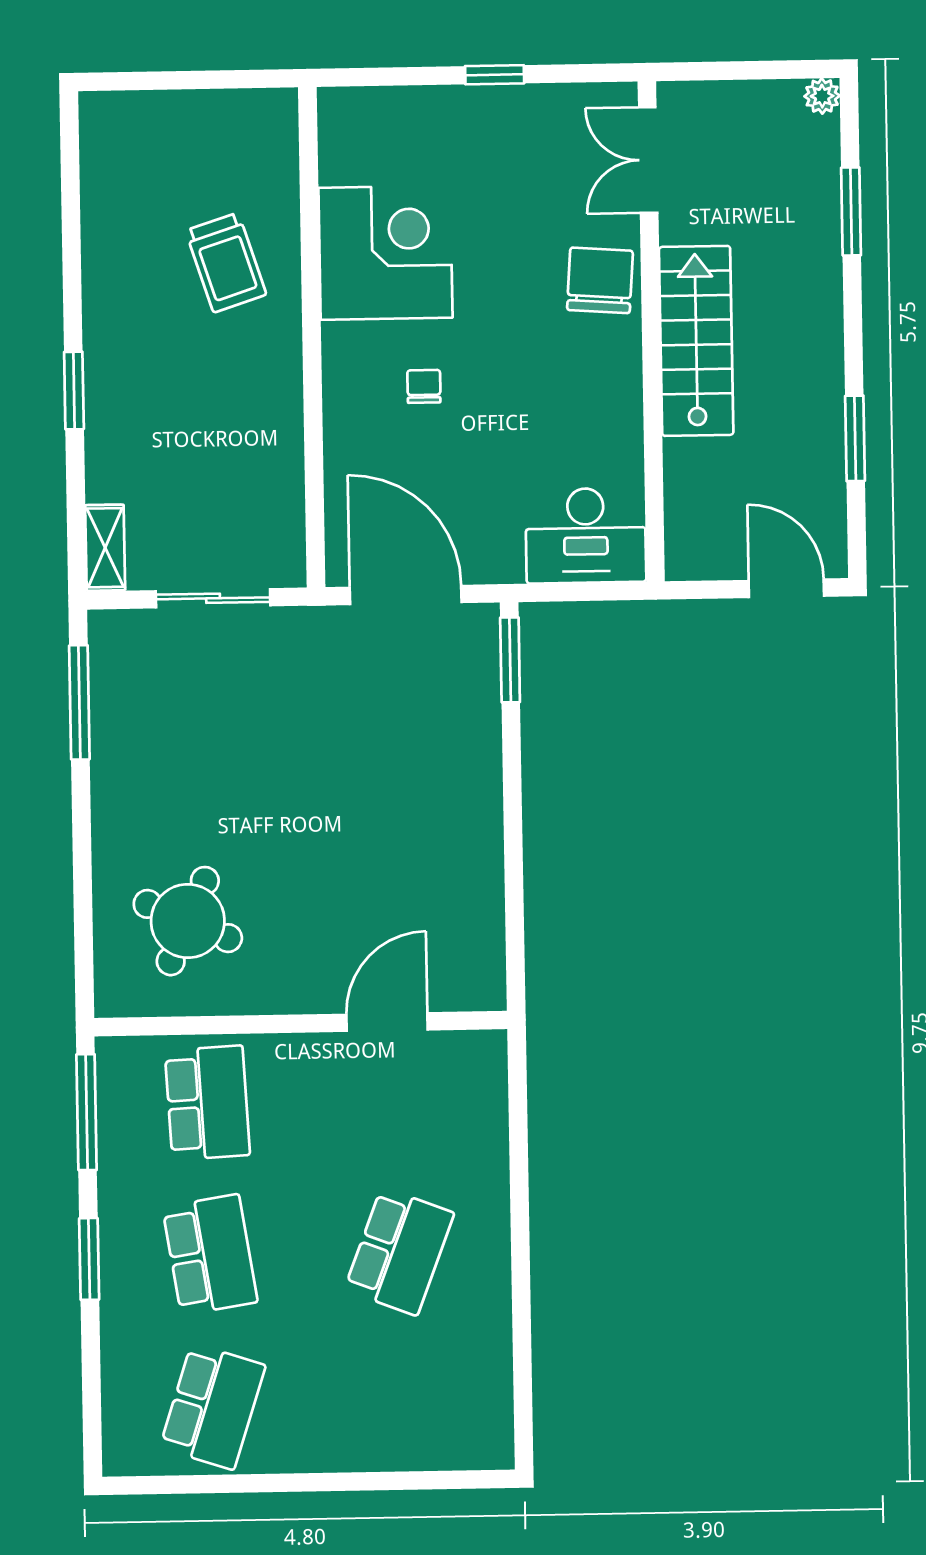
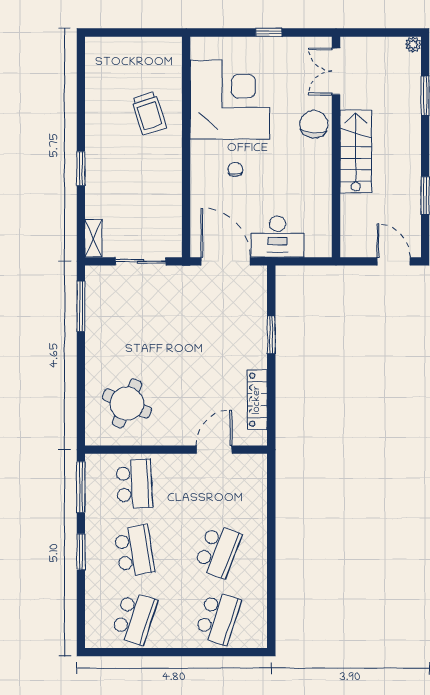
corner desk: (385, 253) -> (230, 100), width x1.36, depth x1.36
desk: (586, 536) -> (278, 237), moved
window: (510, 660) -> (271, 335), moved
locker: (483, 907) -> (257, 400), added
school desk: (402, 1403) -> (218, 618), added

